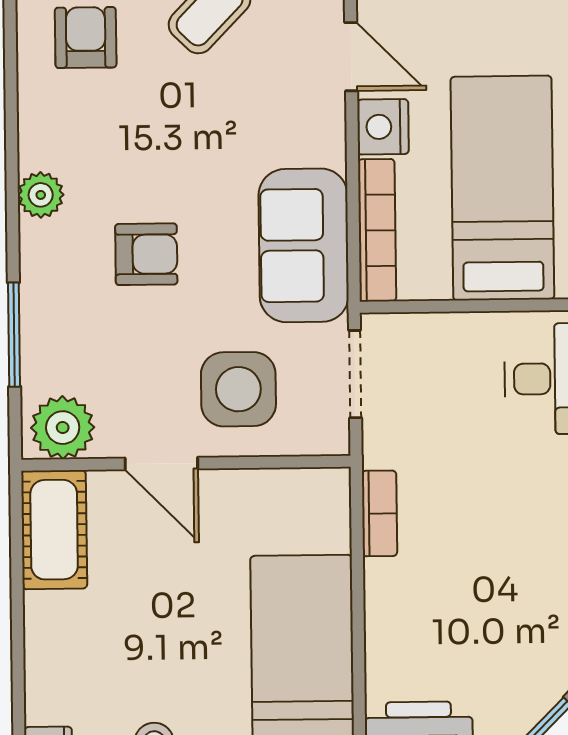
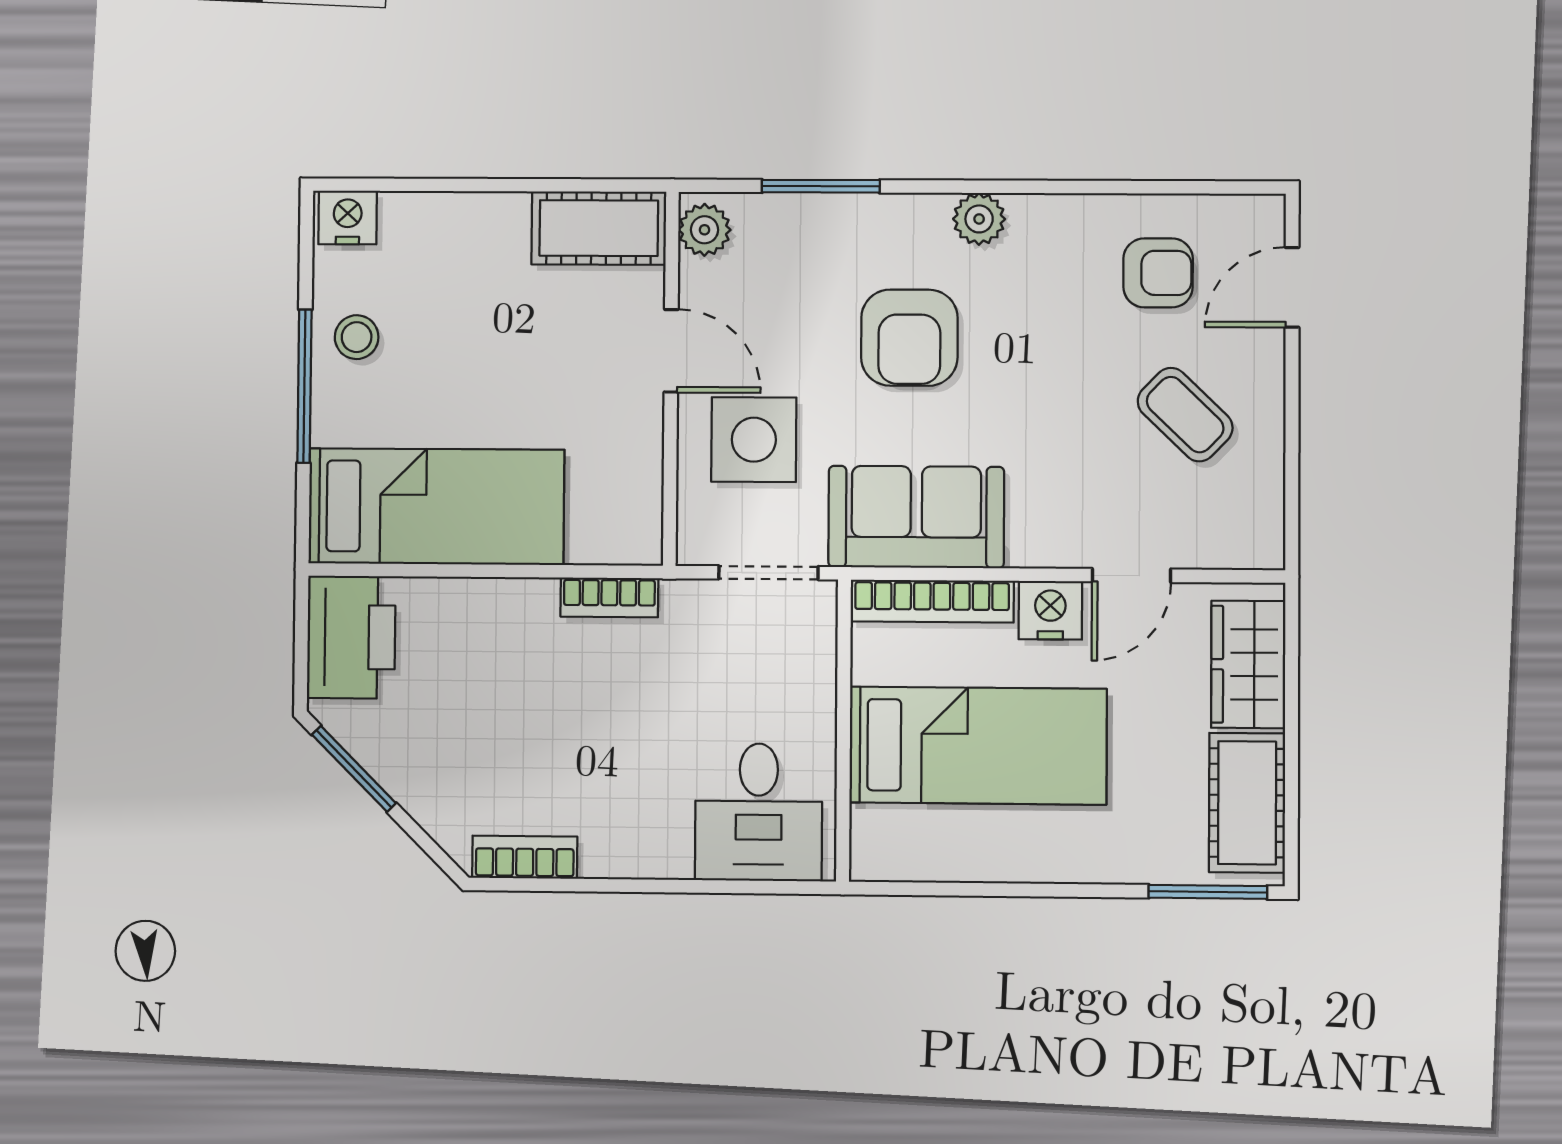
armchair: (146, 254) -> (909, 338), width x1.38, depth x1.38
plant: (63, 428) -> (704, 230), width x0.73, depth x0.73
door: (161, 464) -> (671, 351), swing flipped

